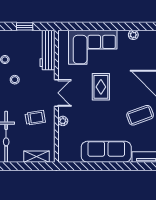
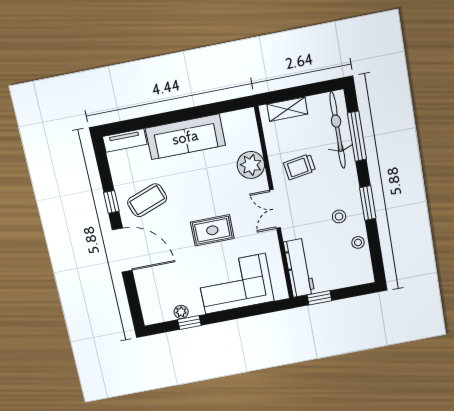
window: (25, 26) -> (319, 298), moved
window: (129, 26) -> (189, 322), added
rug: (101, 87) -> (212, 230), turned 90
plant: (63, 121) -> (251, 165), width x1.88, depth x1.88

